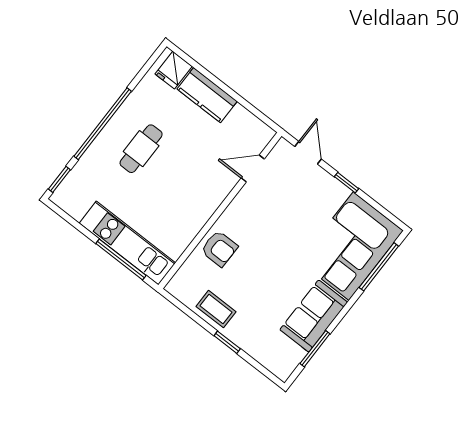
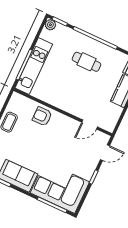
door: (253, 169) -> (90, 125), swing flipped
plant: (61, 197) -> (50, 25), added
armchair: (219, 249) -> (42, 116), turned 90

